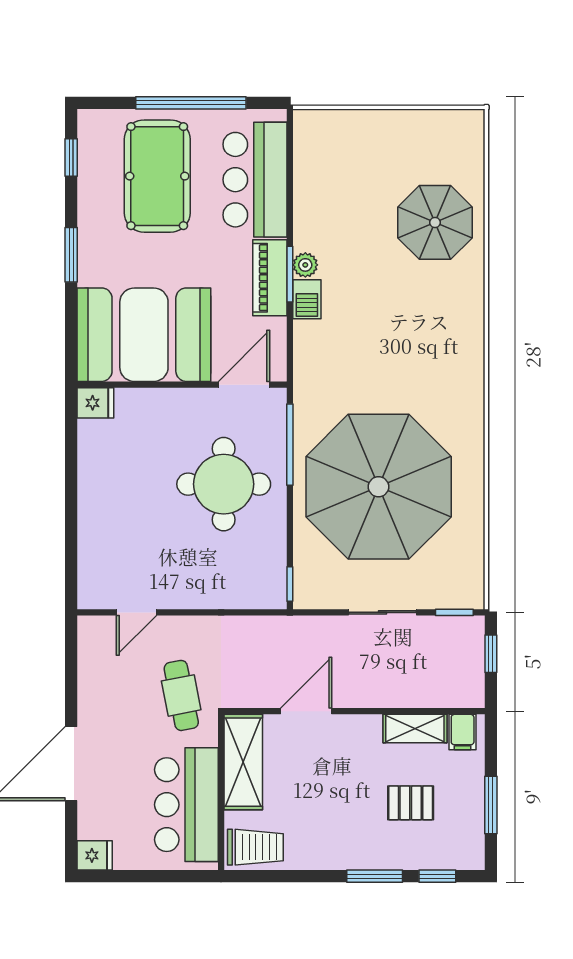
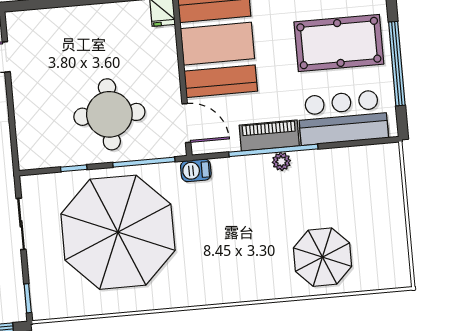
window: (290, 274) -> (273, 150), width x2.11
barbecue: (307, 299) -> (196, 170), moved
window: (290, 584) -> (74, 168), moved
sliding door: (383, 612) -> (21, 224), moved

